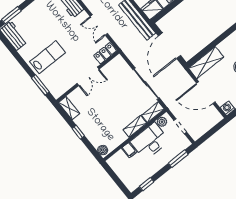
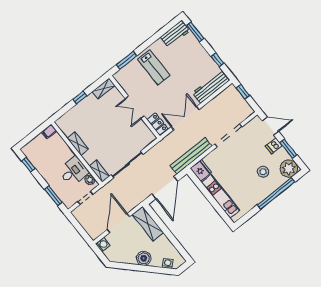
double door: (99, 25) -> (185, 118), width x1.37
door: (169, 46) -> (165, 188), swing flipped
shelving: (135, 126) -> (78, 144), moved
desk: (150, 141) -> (73, 171), width x0.73
boiler: (103, 150) -> (62, 121), removed
filing cabinet: (129, 150) -> (49, 132), moved

